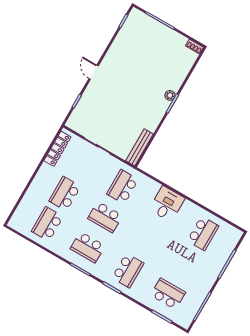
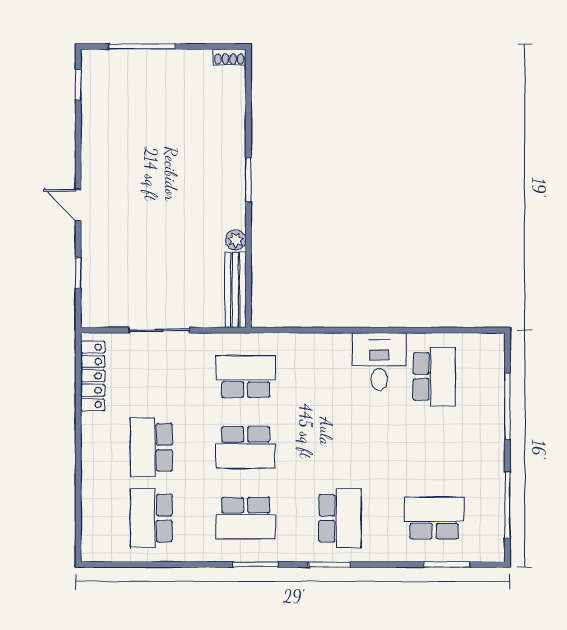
plant: (170, 95) -> (236, 240), moved
school desk: (123, 187) -> (246, 376), turned 90
desk: (167, 204) -> (379, 361), moved

